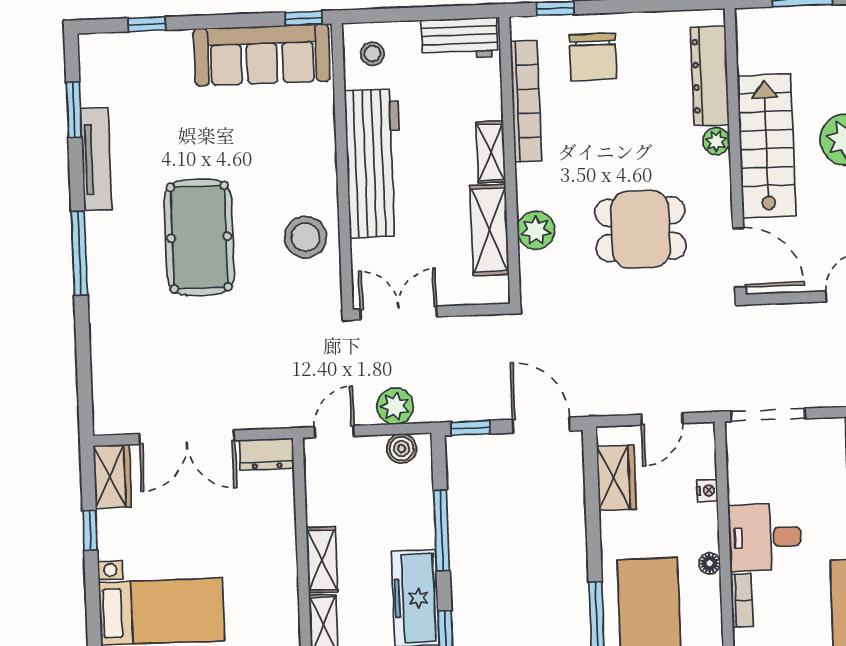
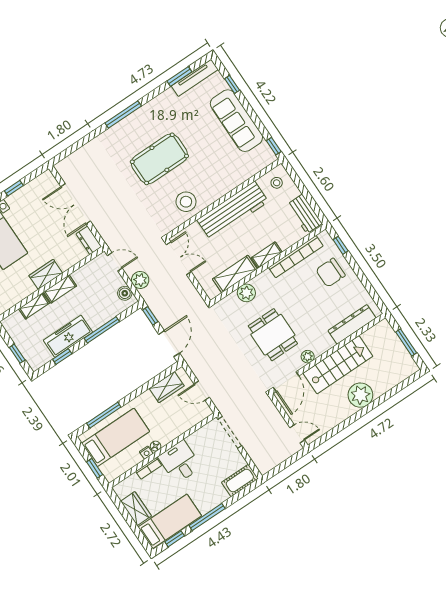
sofa: (262, 55) -> (236, 121), moved
plant: (716, 141) -> (308, 357), moved
tv unit: (96, 159) -> (195, 78), moved
wardrobe: (112, 477) -> (46, 274), moved, turned 180
nightstand: (707, 491) -> (146, 453), moved

